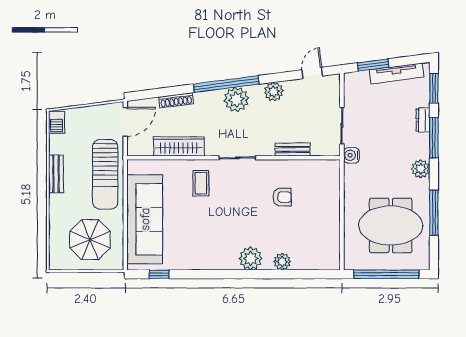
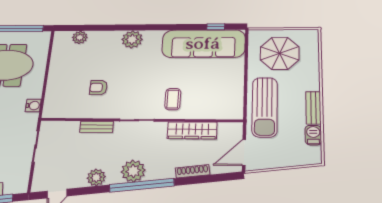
barbecue: (57, 122) -> (313, 135), moved
bench: (293, 149) -> (97, 127), moved
water cooler: (351, 155) -> (33, 106), moved
sun lounger: (105, 174) -> (265, 107), turned 180
sofa: (145, 219) -> (203, 44), moved, turned -90
plant: (282, 262) -> (80, 37), moved

